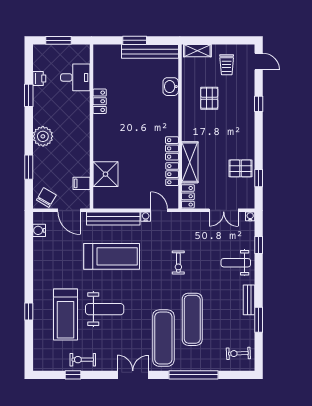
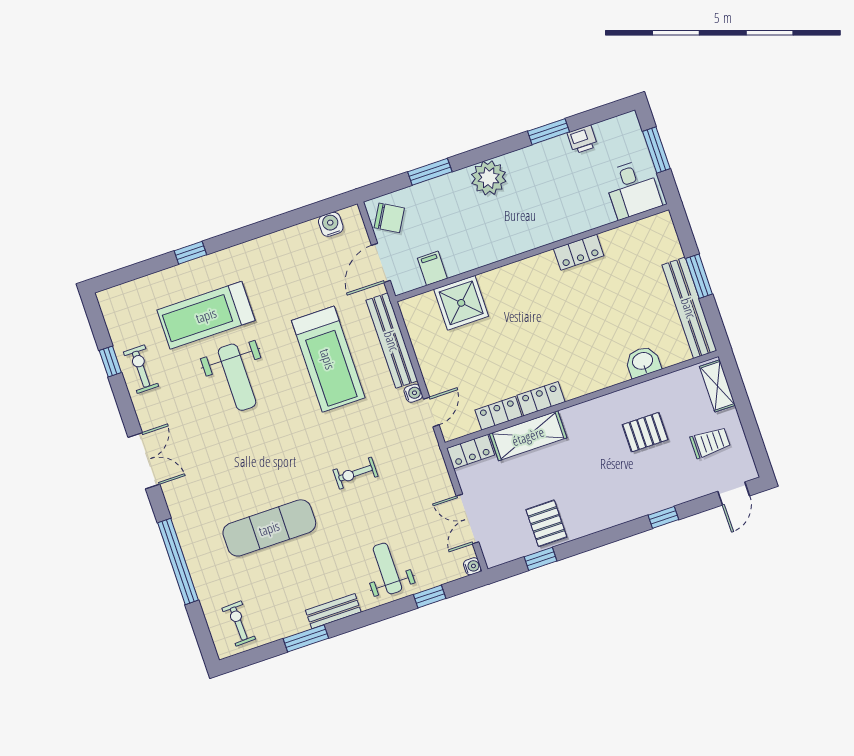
trolley: (227, 65) -> (710, 442), turned 180
desk: (75, 77) -> (632, 189), moved
exercise mat: (163, 338) -> (222, 491), removed

